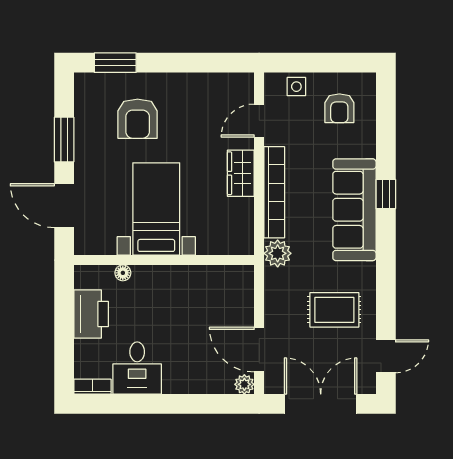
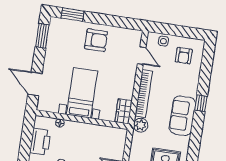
armchair: (138, 119) -> (96, 40), moved, turned -90
door: (259, 121) -> (142, 56), swing flipped
window: (64, 140) -> (42, 36), moved
wardrobe: (241, 173) -> (123, 111), moved
sofa: (354, 210) -> (182, 116), width x0.73

